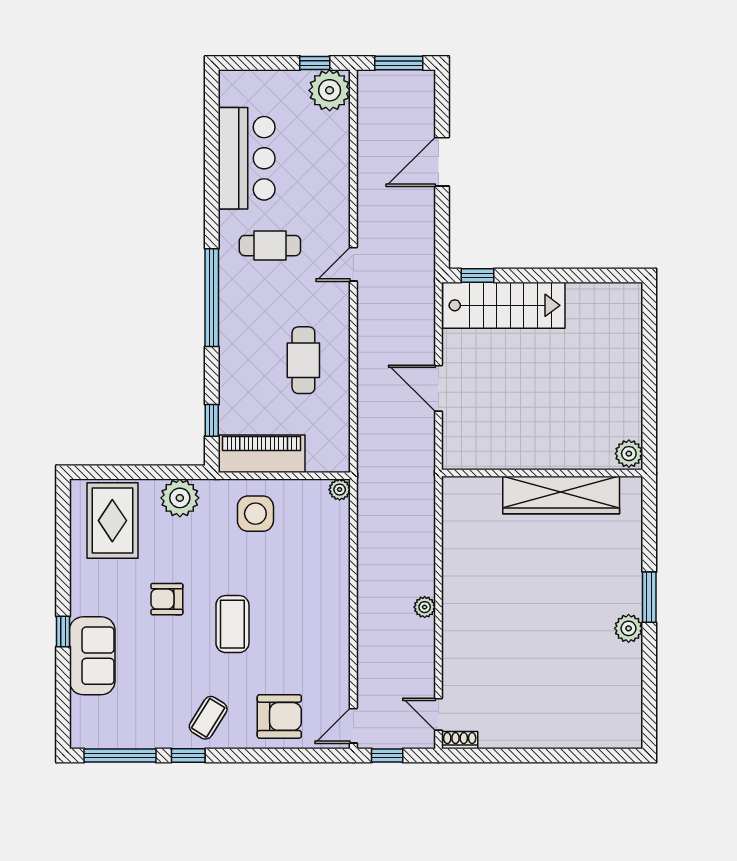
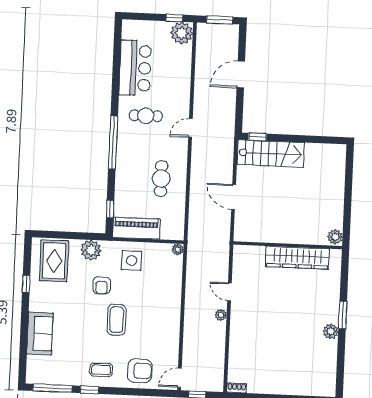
armchair: (167, 599) -> (102, 285), moved, turned -90
window: (63, 632) -> (26, 284), moved
door: (438, 714) -> (229, 292), moved
coffee table: (208, 718) -> (101, 370), turned 58

